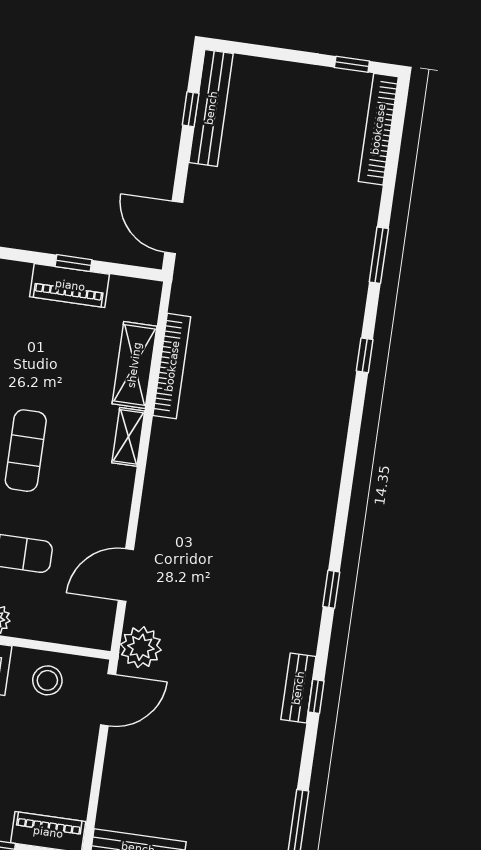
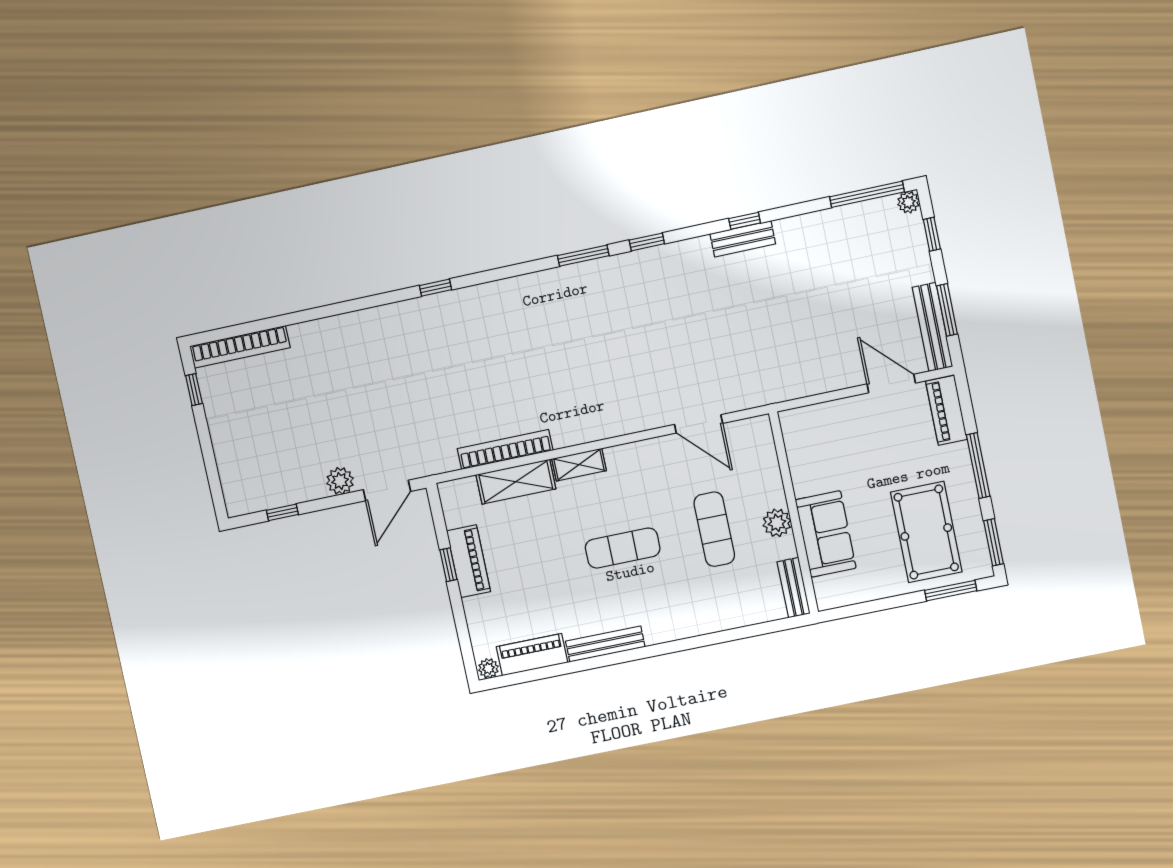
bench: (211, 108) -> (275, 496), removed
window: (379, 255) -> (583, 256), moved
plant: (141, 647) -> (340, 481), moved, width x0.73, depth x0.73
stool: (47, 680) -> (814, 458), removed
door: (108, 700) -> (891, 383), moved

